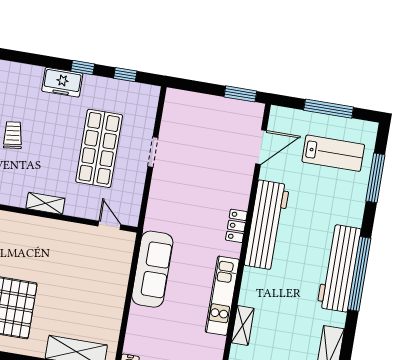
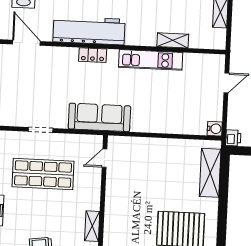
shelving: (45, 203) -> (92, 226), moved
sofa: (152, 269) -> (99, 117), moved

